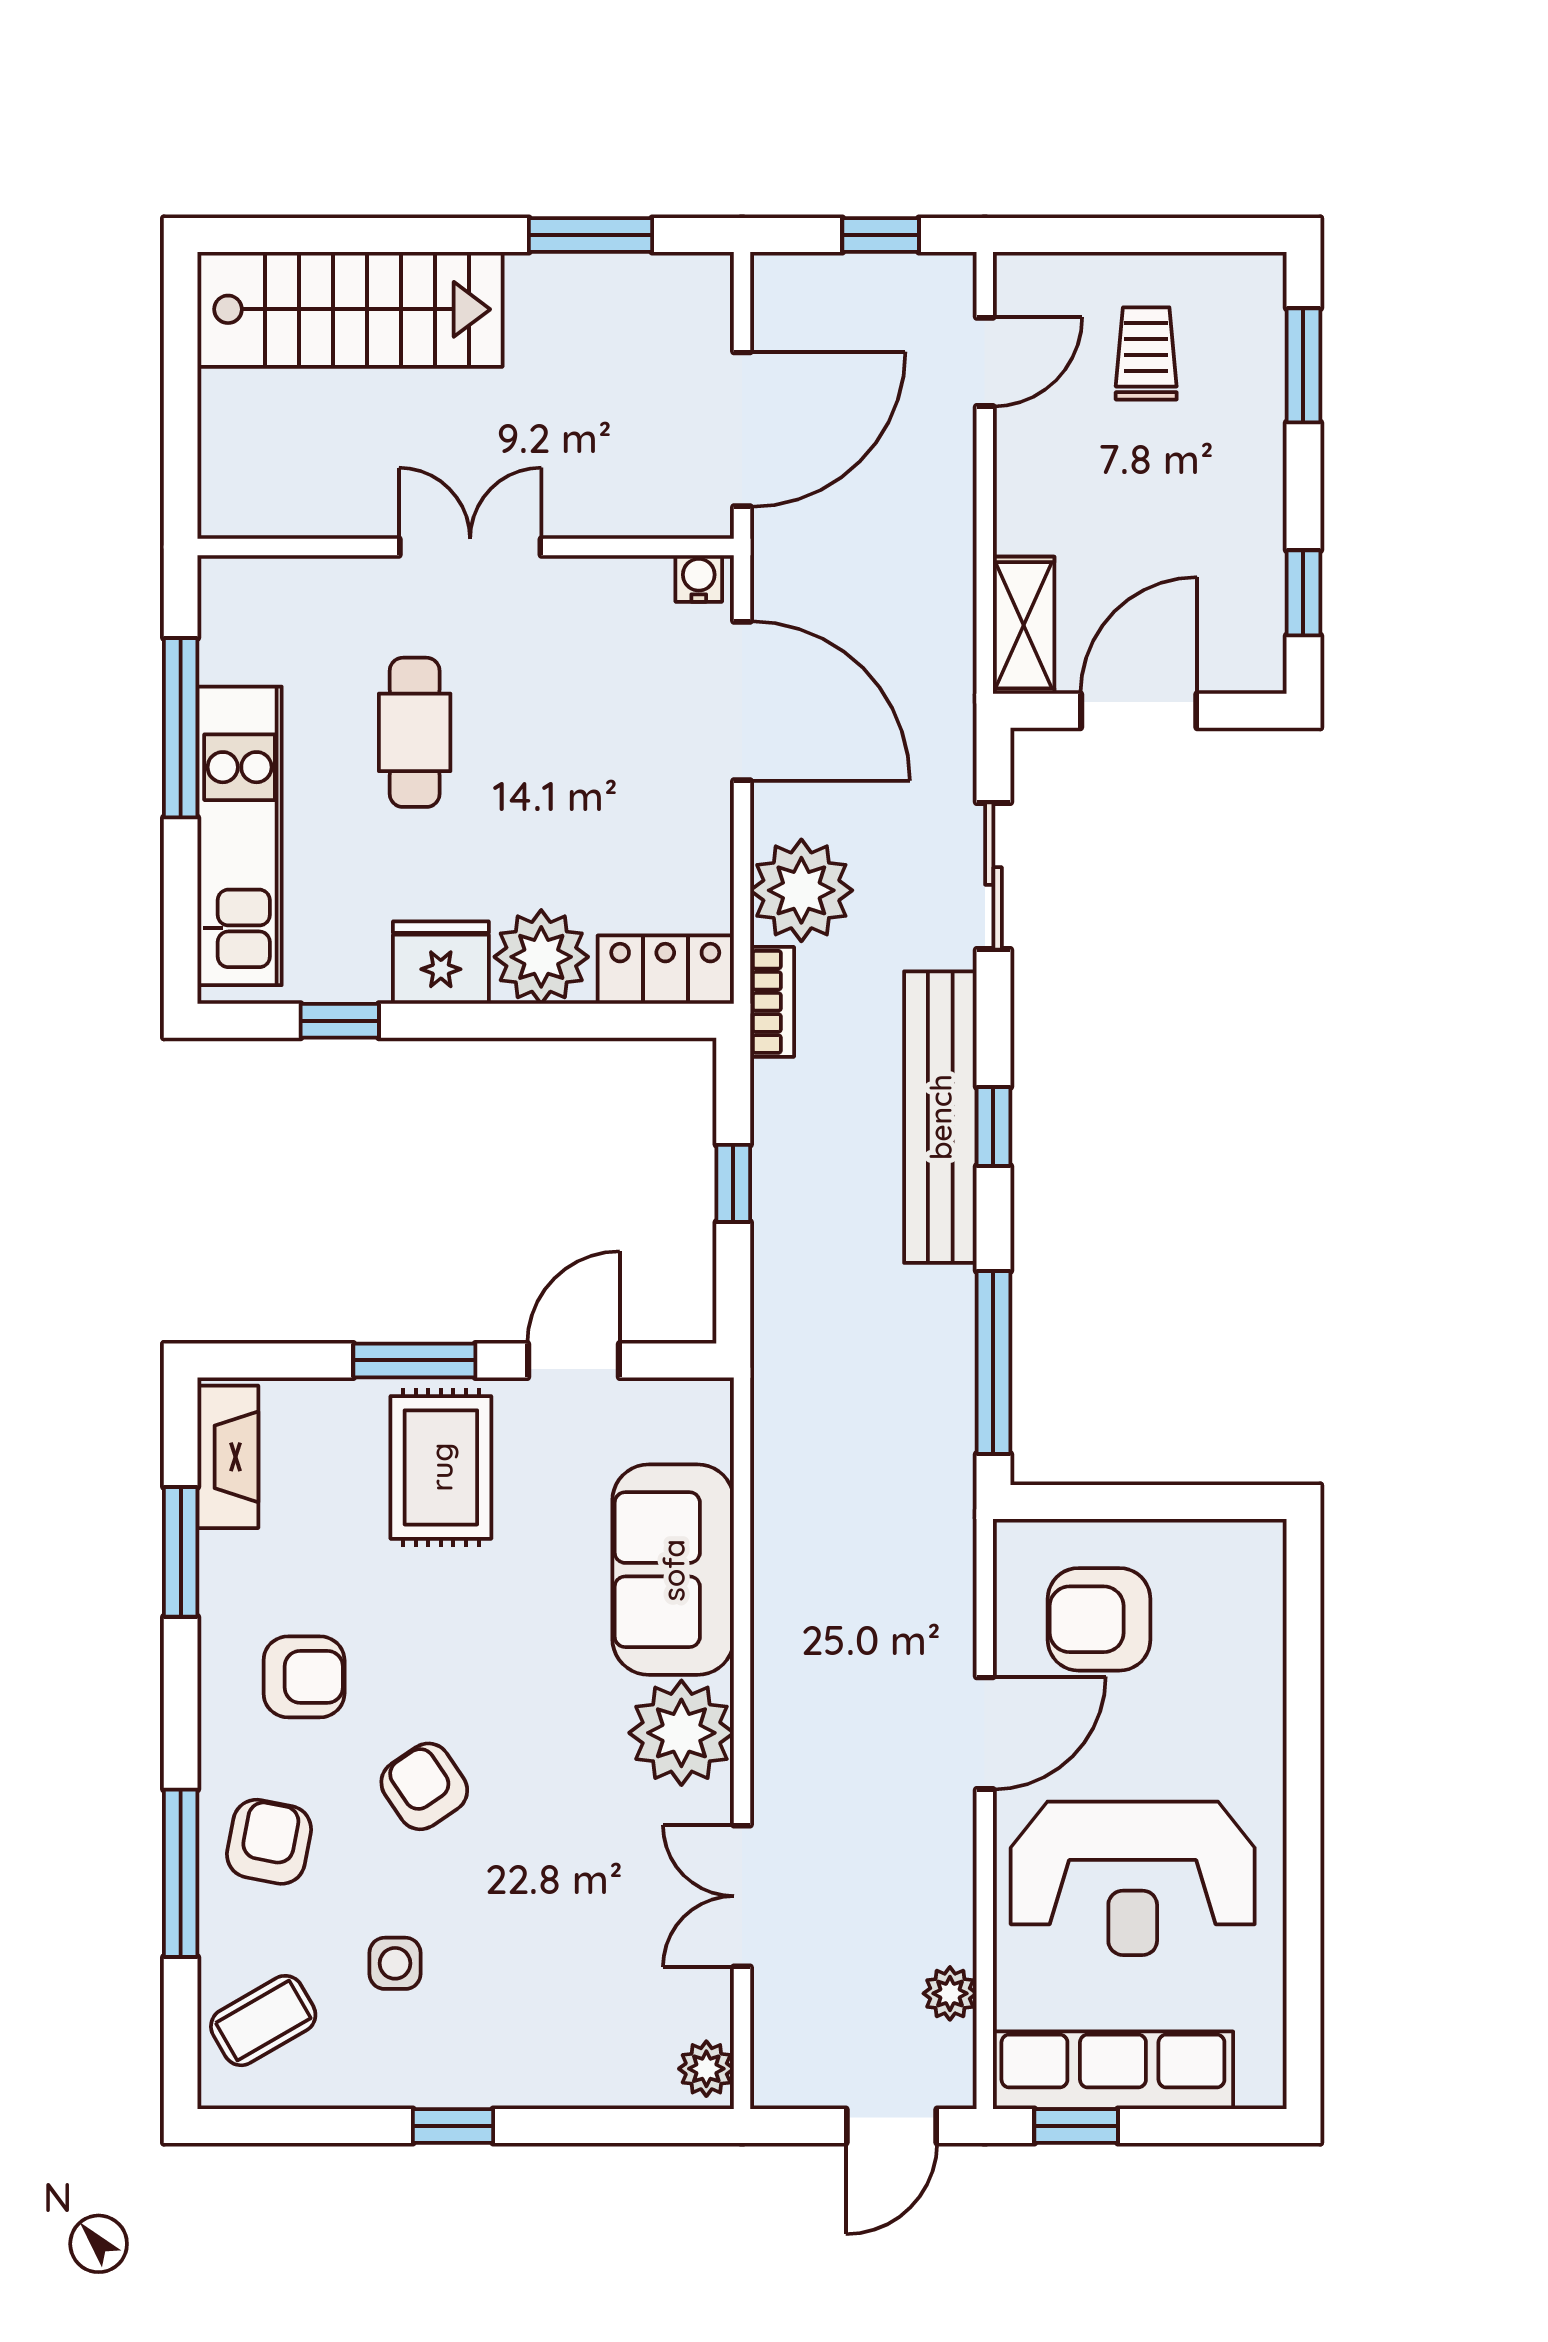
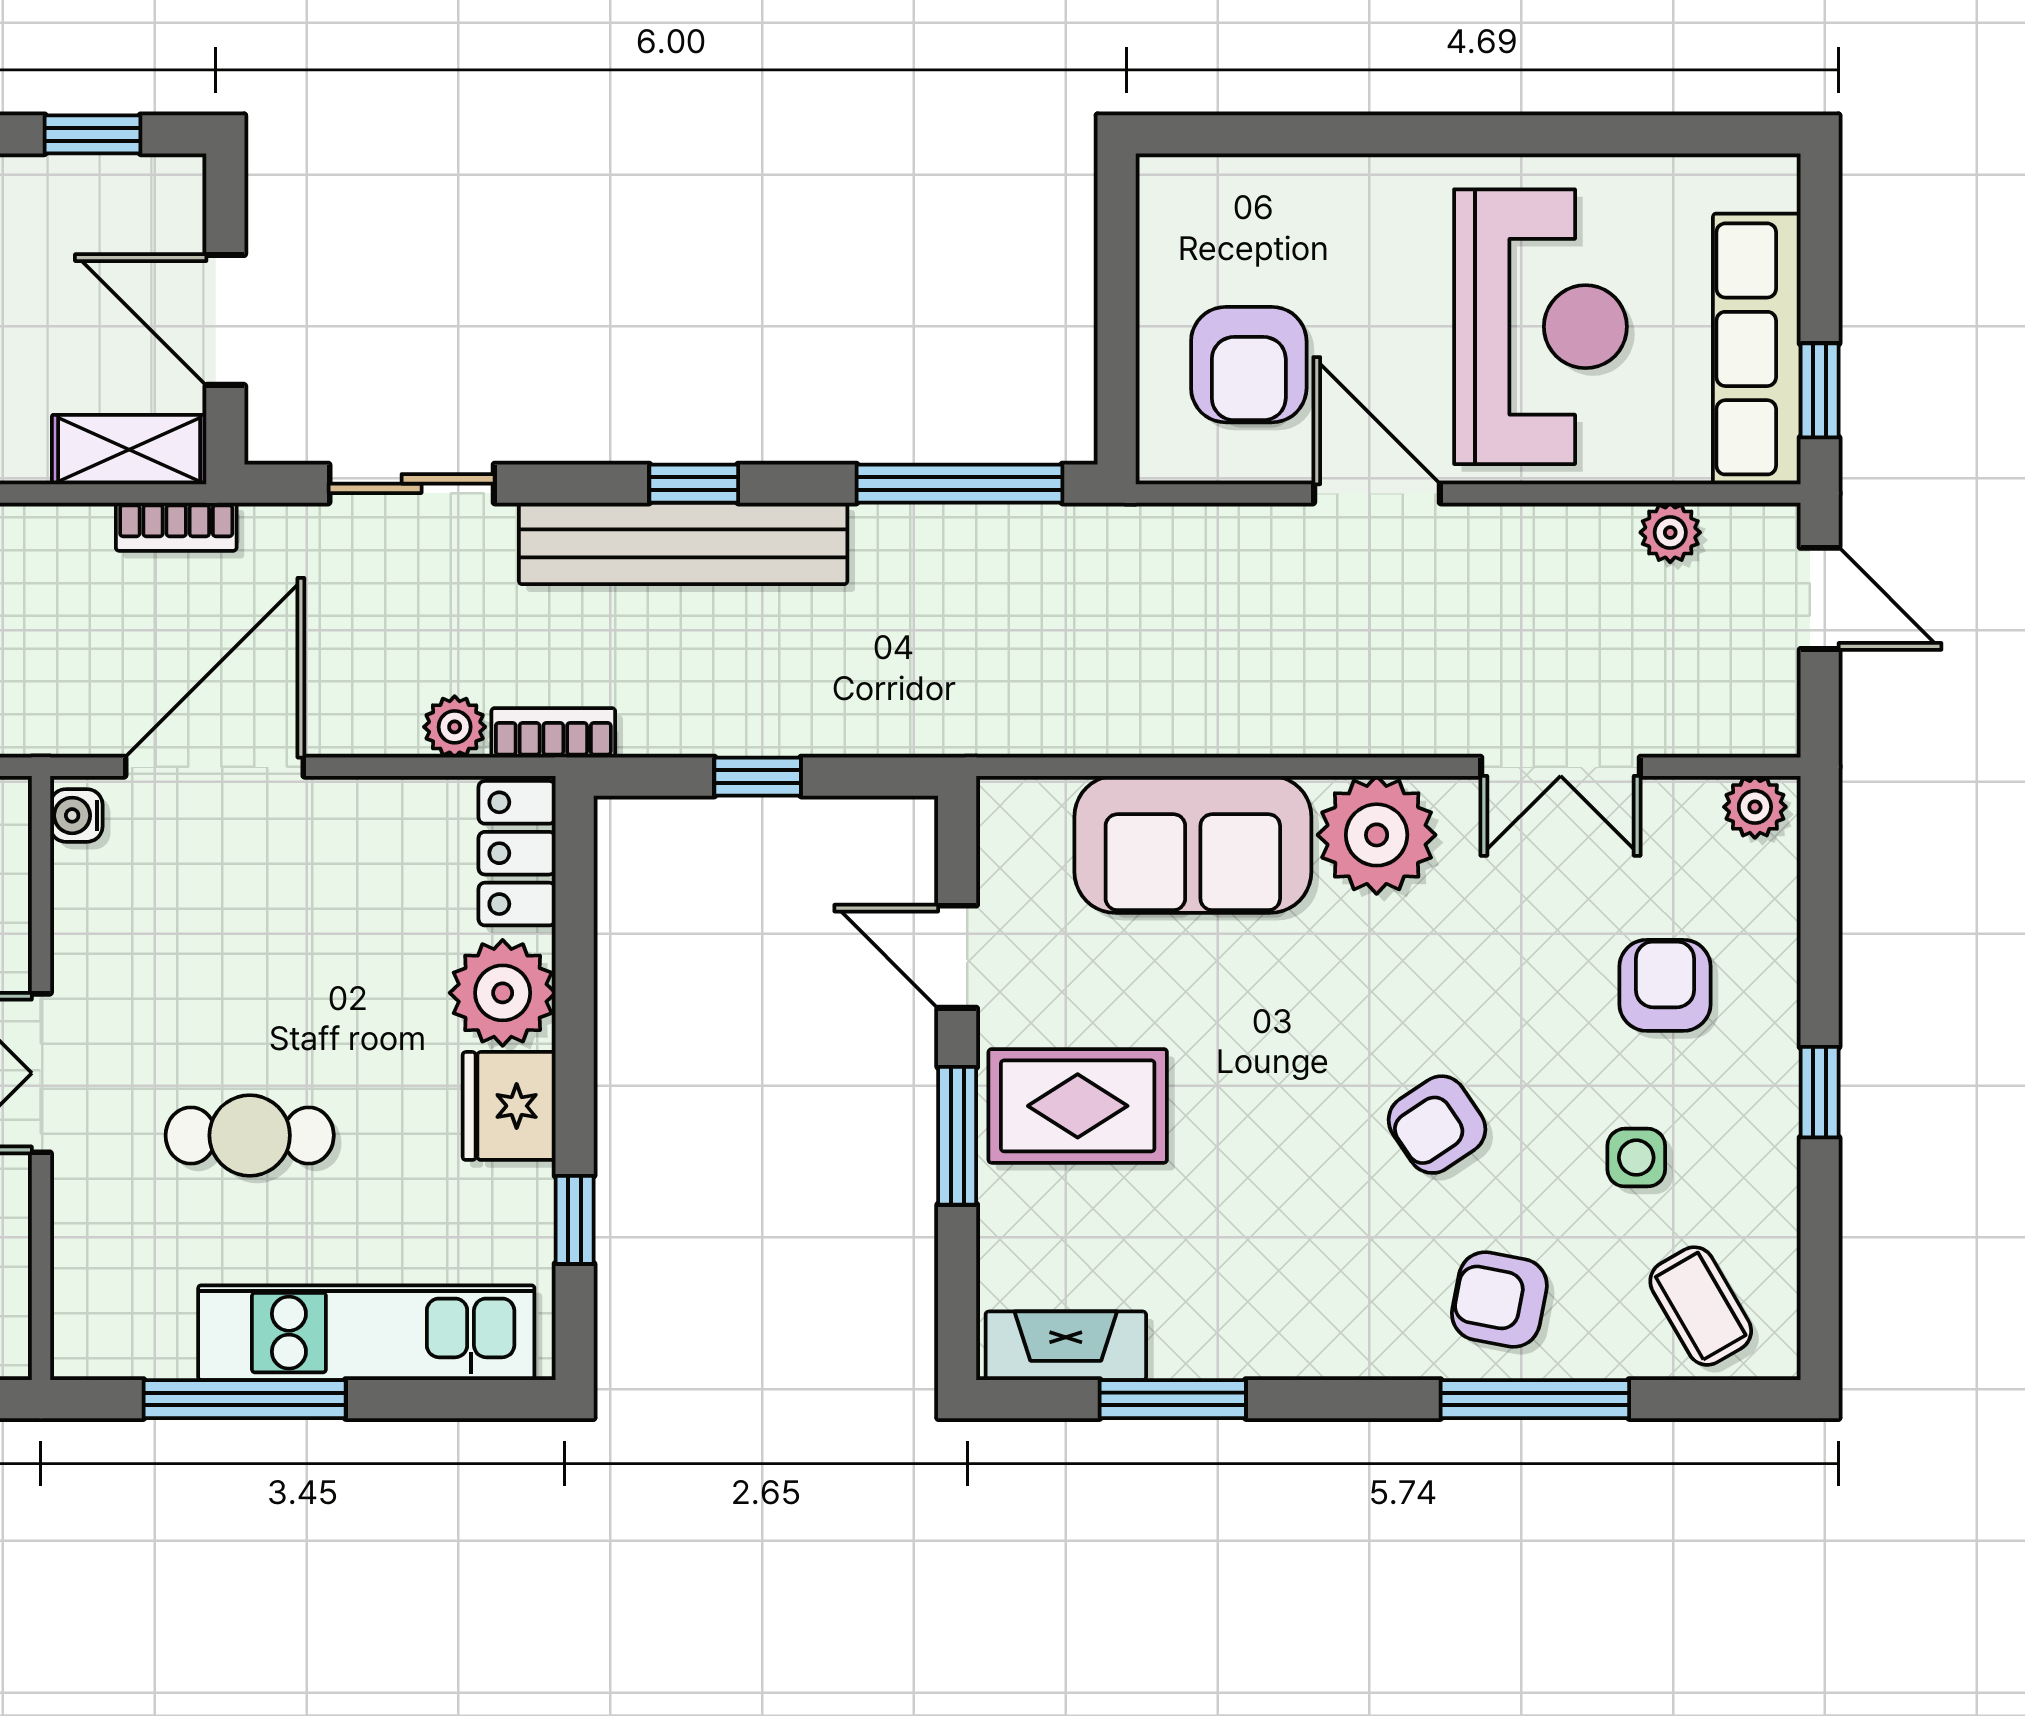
bookcase: (955, 667) -> (176, 527), added
plant: (801, 890) -> (455, 727), width x0.53, depth x0.53
armchair: (304, 1677) -> (1665, 985), moved

